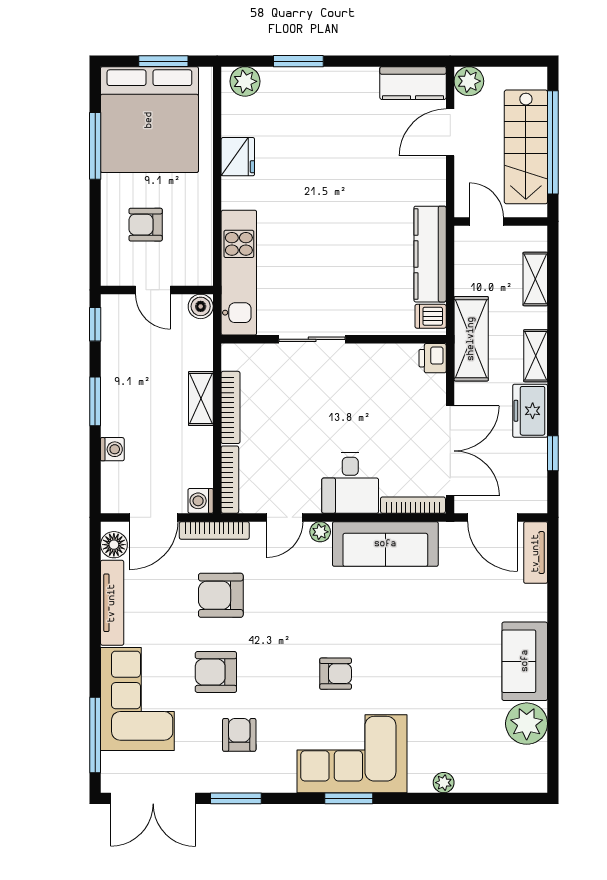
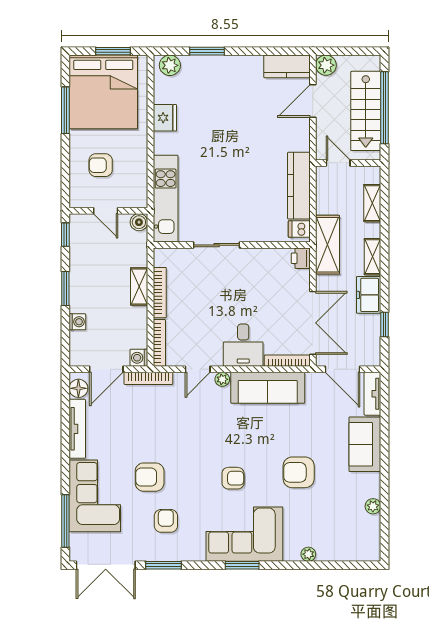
armchair: (221, 595) -> (299, 472), moved
sofa: (525, 661) -> (365, 444), moved
plant: (527, 724) -> (373, 506), width x0.53, depth x0.53

